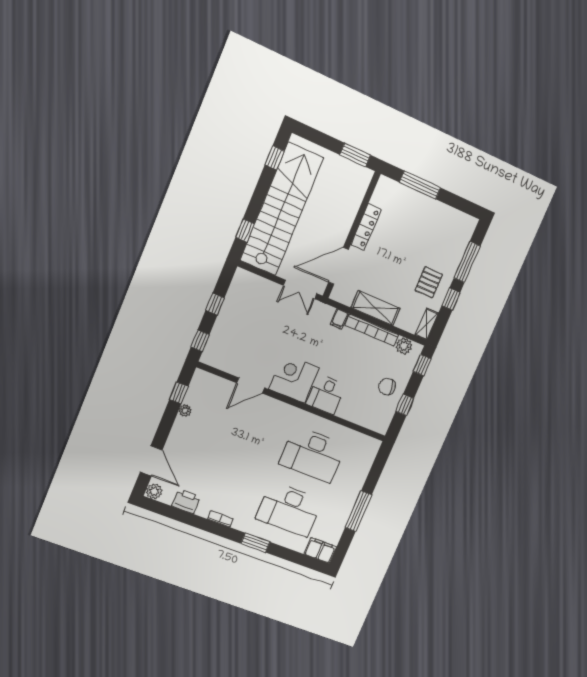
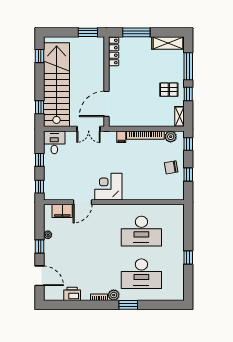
locker: (366, 227) -> (114, 51), moved
pallet: (429, 282) -> (169, 90), turned 90
shelving: (376, 308) -> (168, 43), moved
window: (179, 393) -> (39, 246), moved
desk: (326, 394) -> (54, 142), moved, turned 180
plant: (154, 491) -> (114, 295), moved
window: (358, 511) -> (188, 257), width x0.46
filing cabinet: (320, 550) -> (62, 211), moved, turned 180

